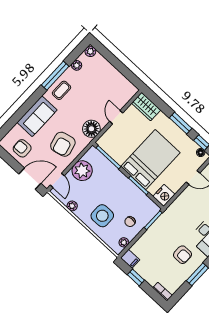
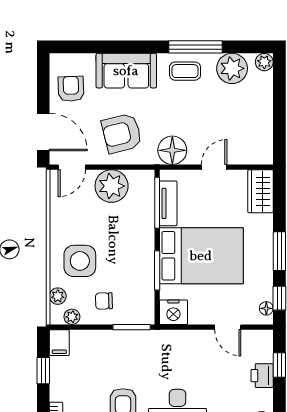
plant: (77, 65) -> (232, 68), width x1.88, depth x1.88
tv unit: (113, 153) -> (168, 203), added
plant: (72, 206) -> (58, 296), moved

